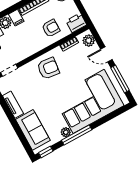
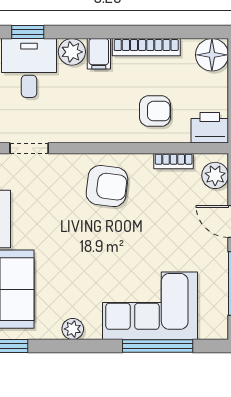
corner sofa: (89, 101) -> (150, 306), width x0.73, depth x0.74
window: (77, 135) -> (158, 346), moved

